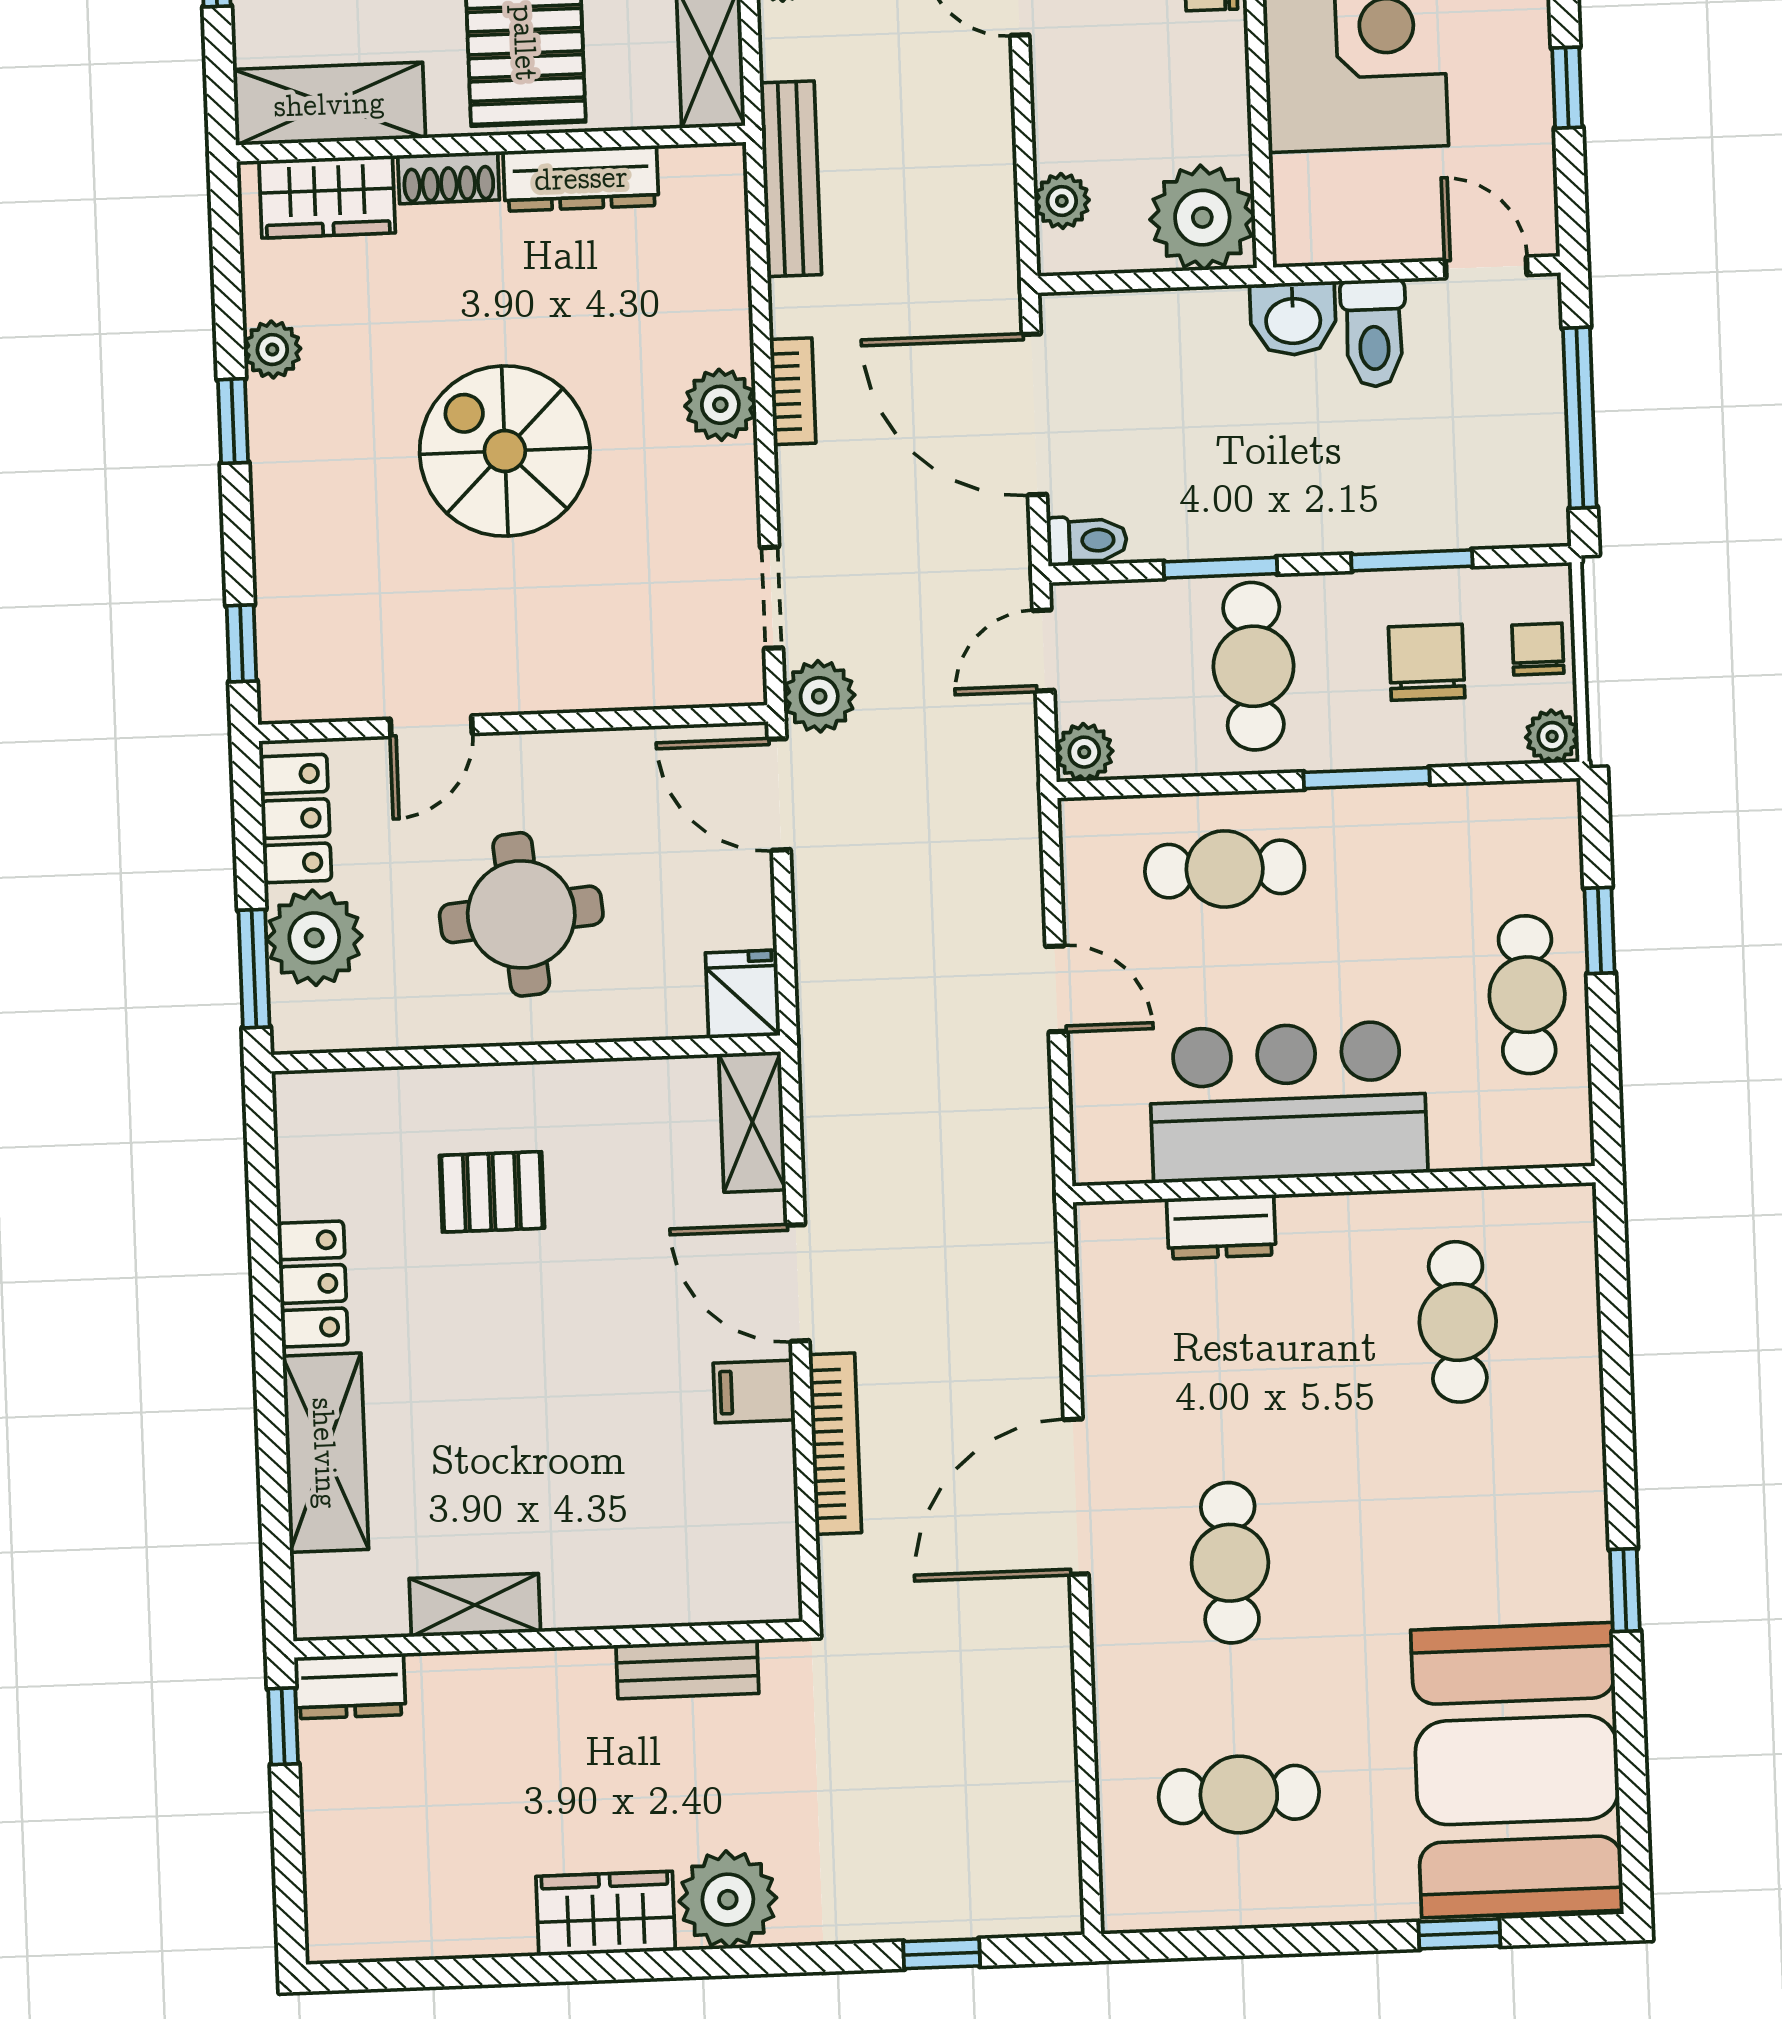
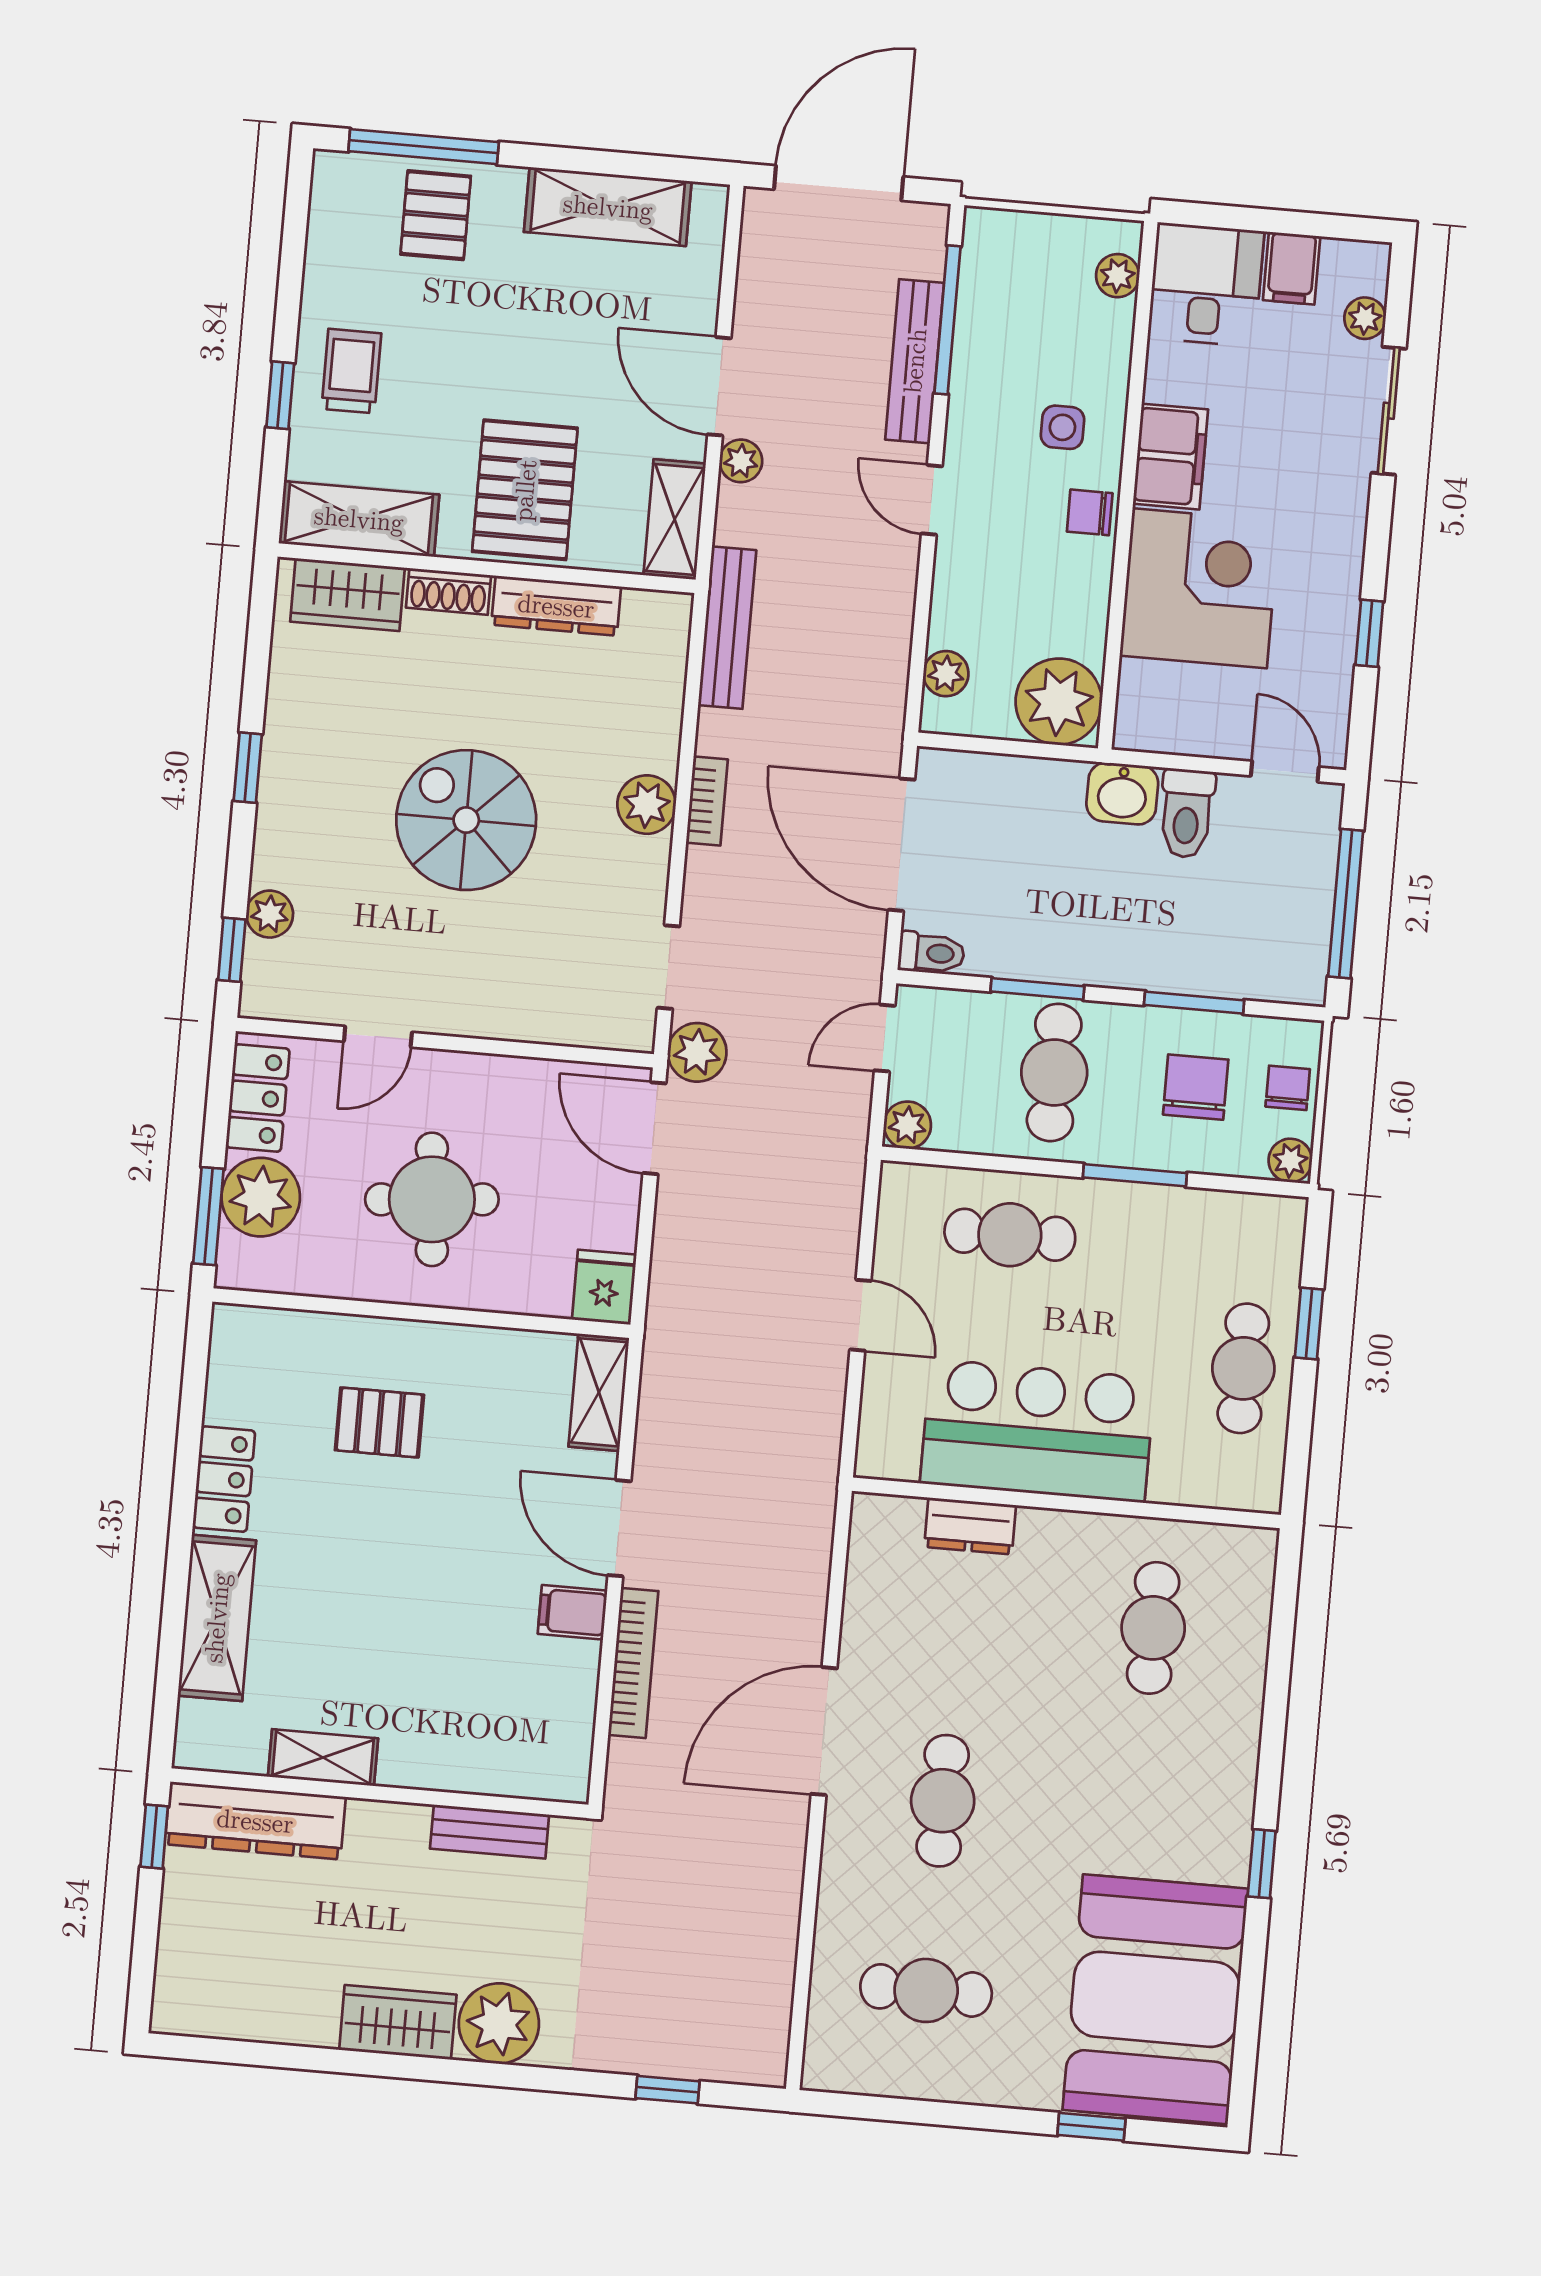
plant: (272, 350) -> (270, 914), moved
dresser: (350, 1686) -> (255, 1821), width x1.96, depth x1.24

